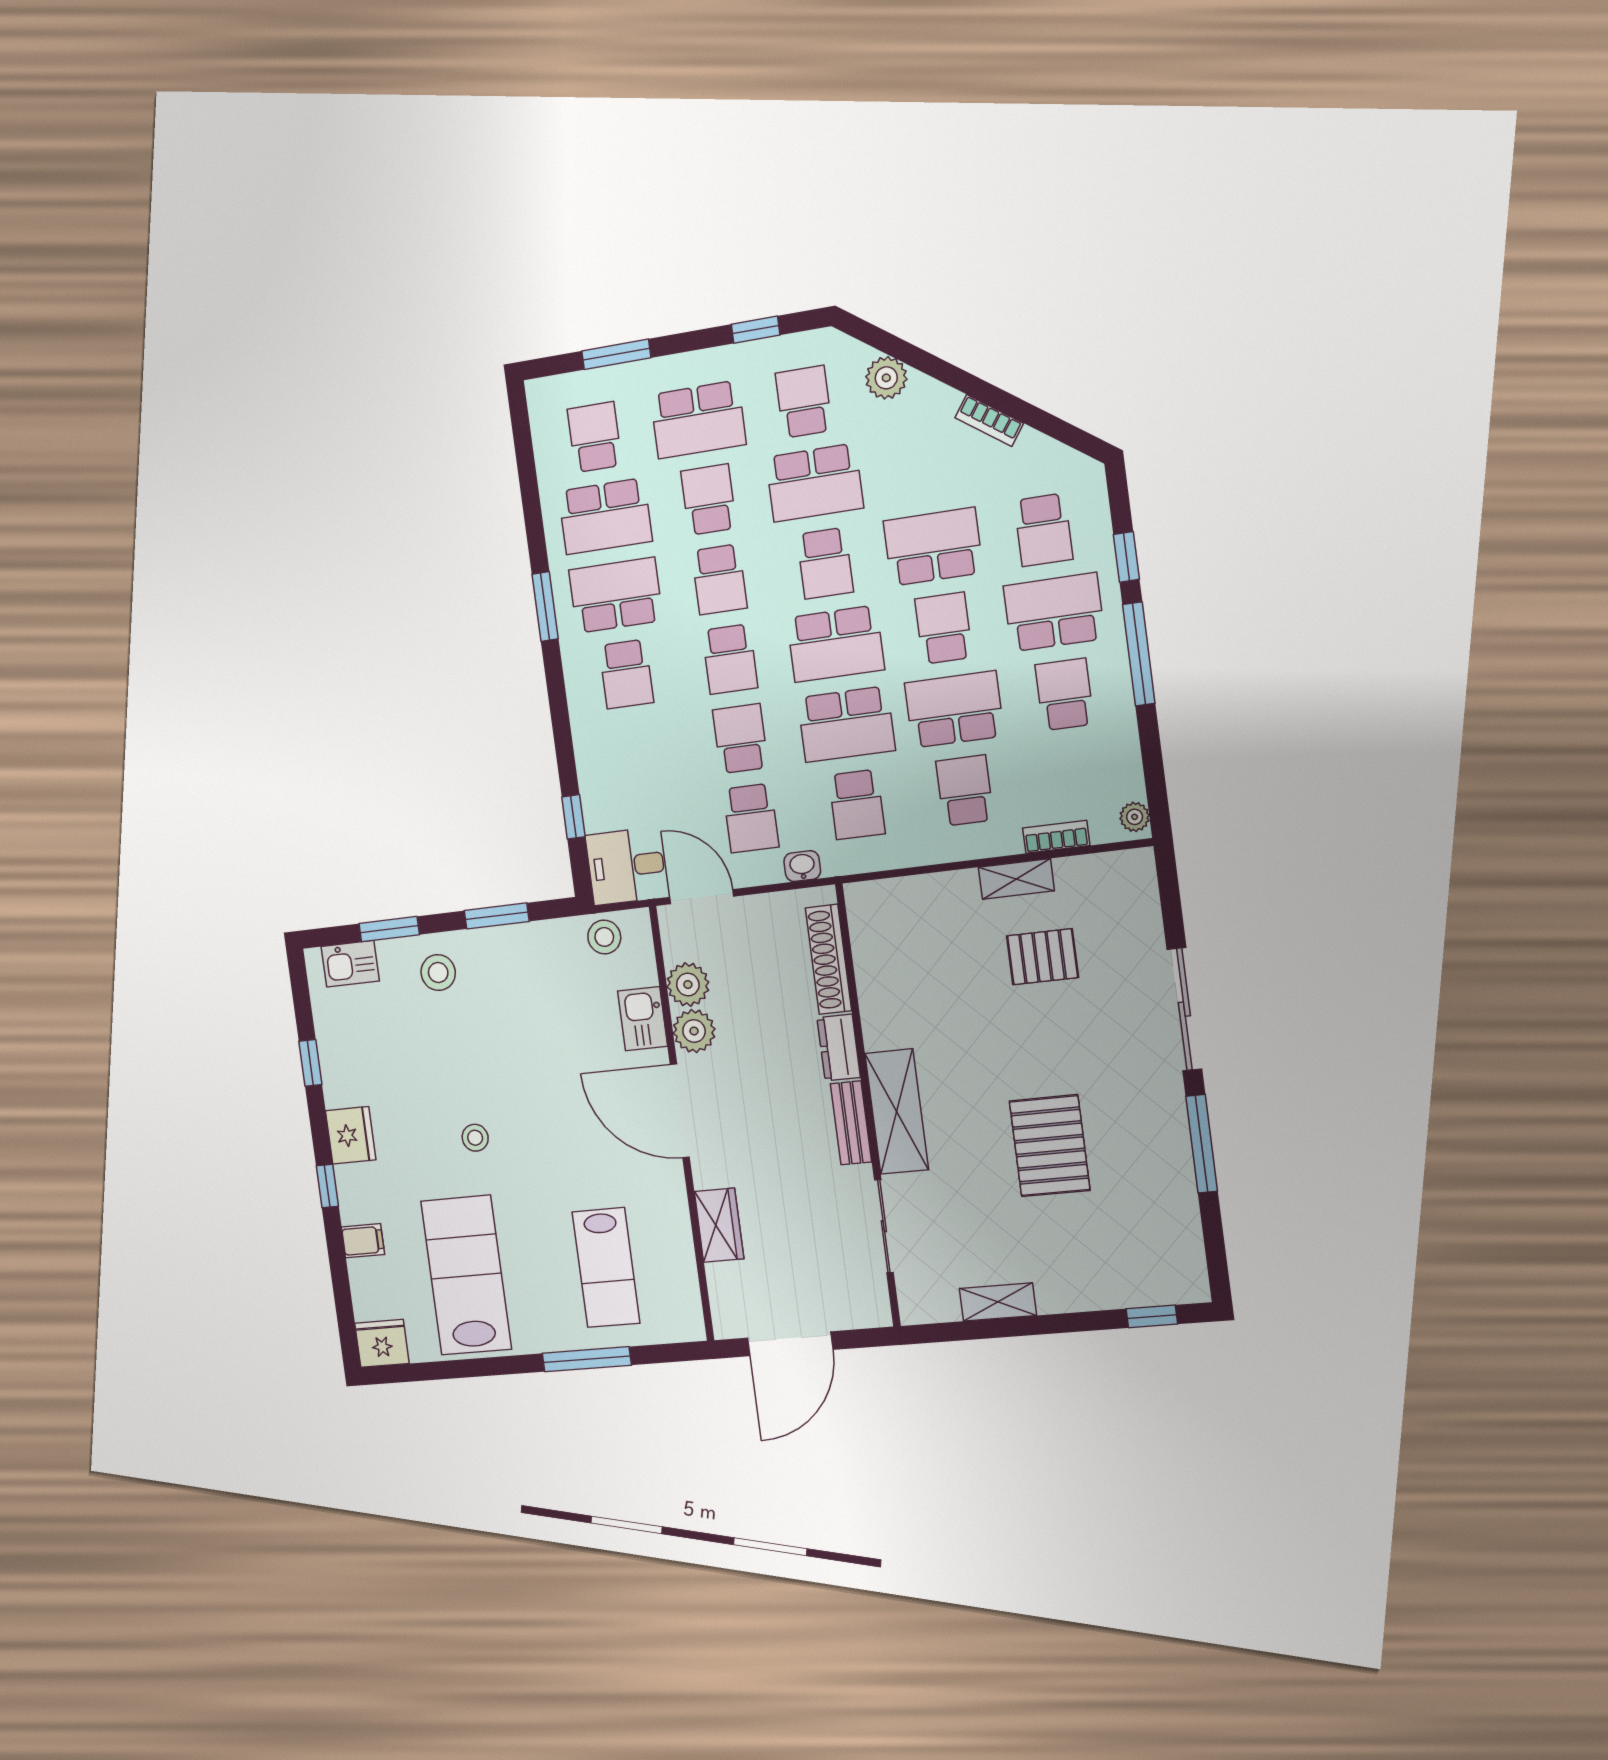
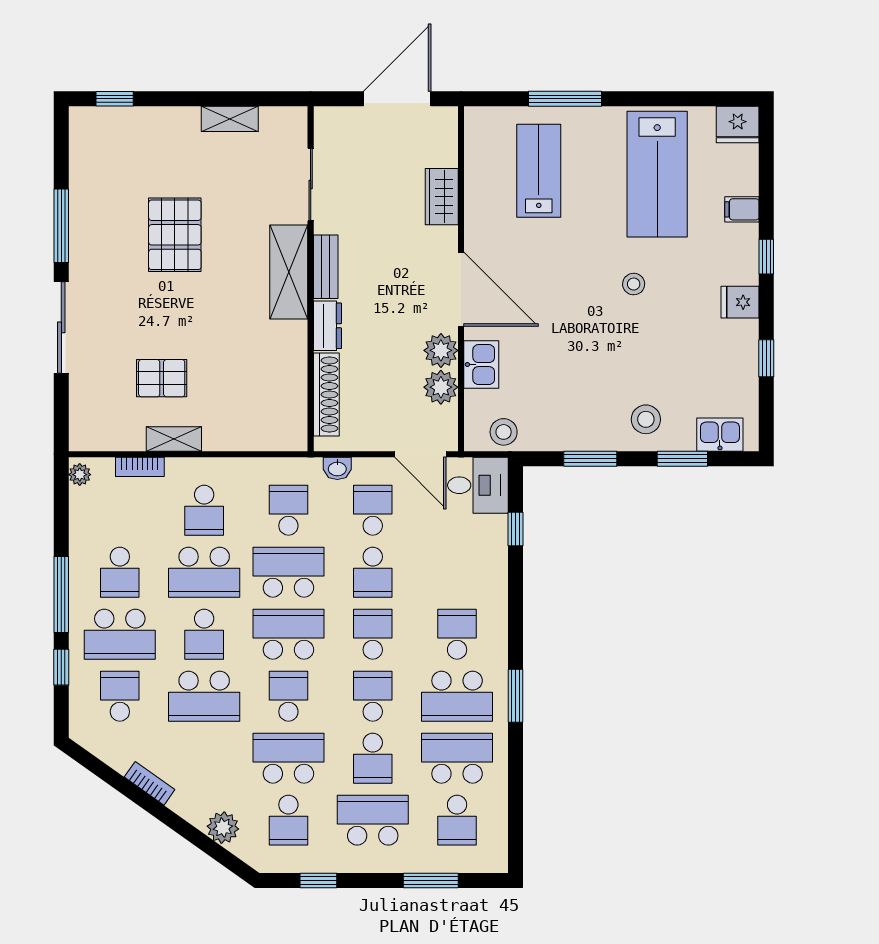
fridge: (351, 1135) -> (740, 302), width x0.72

